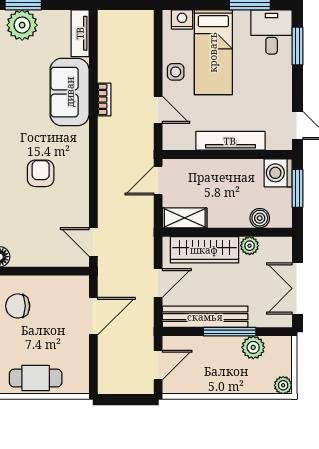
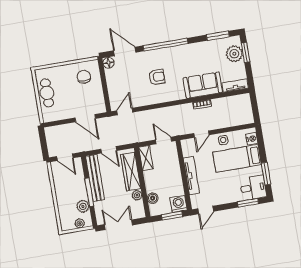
plant: (283, 385) -> (80, 223), moved

